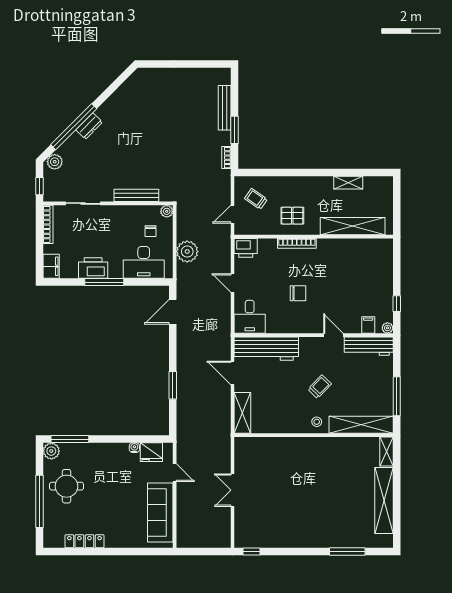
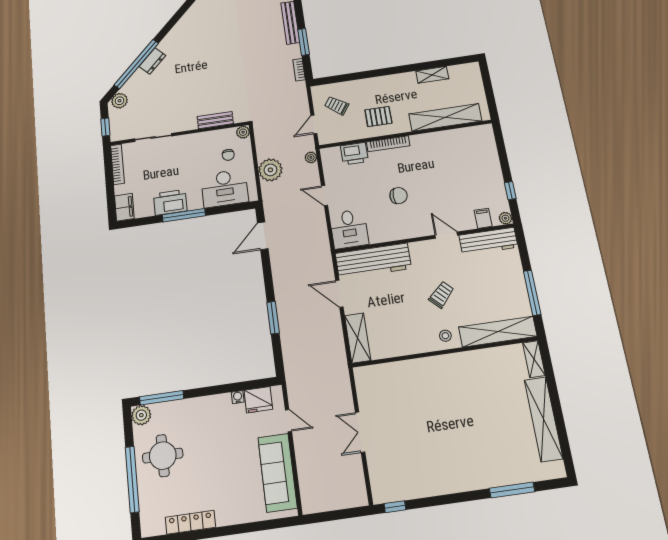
bench: (136, 195) -> (215, 120), width x0.73
plant: (225, 245) -> (311, 157), added
printer: (246, 248) -> (354, 154), moved

